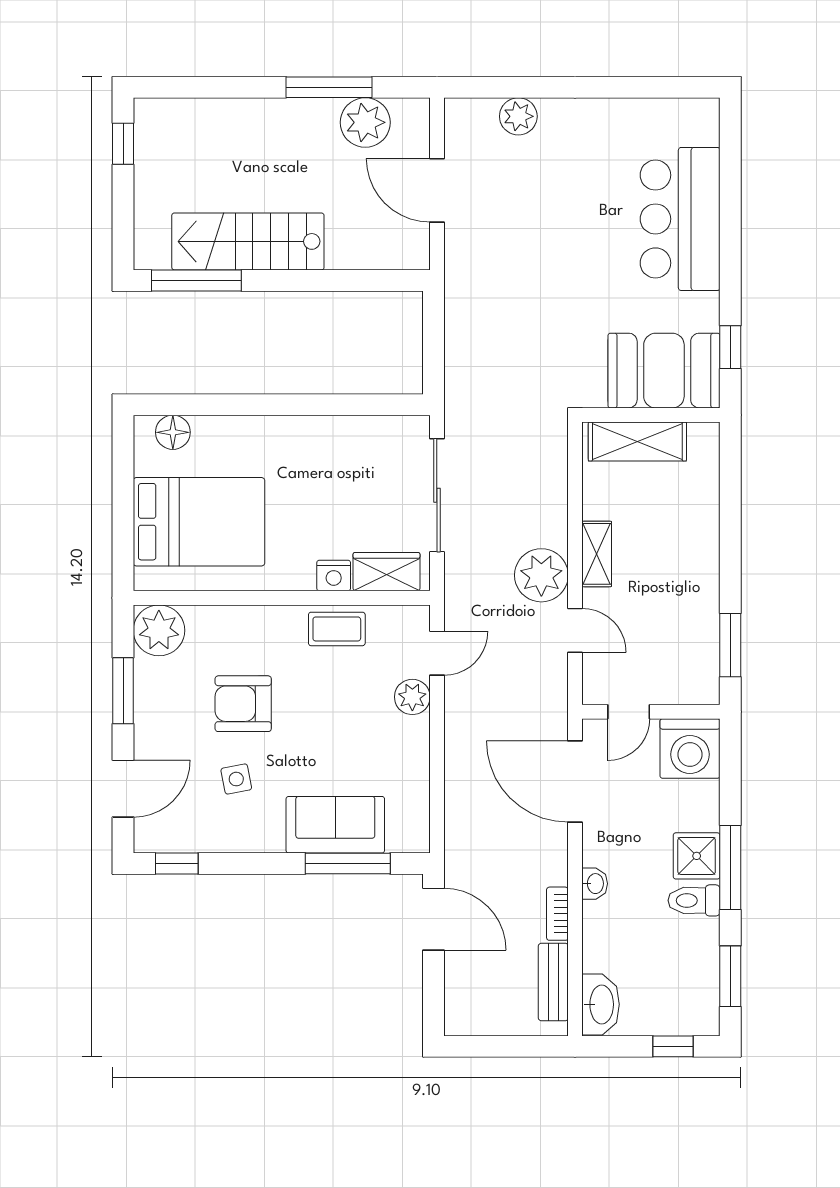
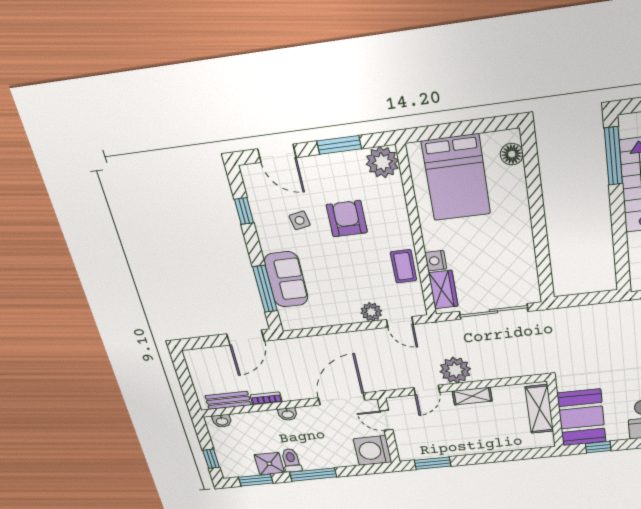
shower: (697, 856) -> (269, 464), moved
window: (177, 864) -> (244, 211), moved
washbasin: (601, 1004) -> (222, 421), width x0.52, depth x0.69

